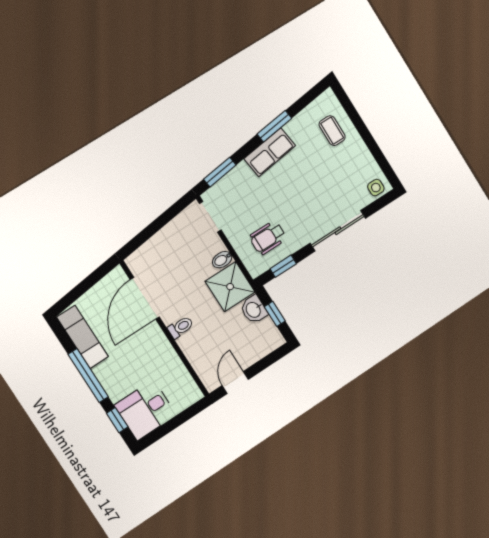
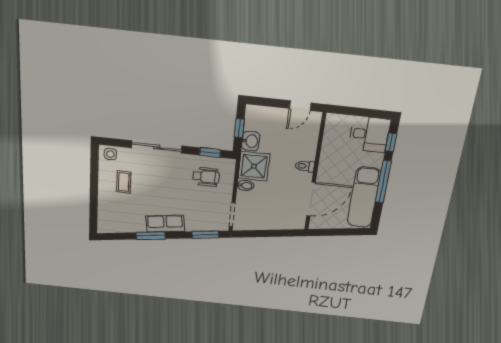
coffee table: (332, 131) -> (124, 182), moved
exam couch: (82, 337) -> (364, 197), width x1.36, depth x1.45

